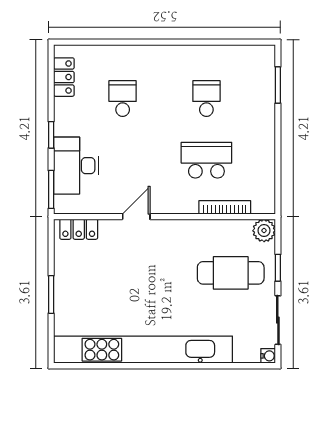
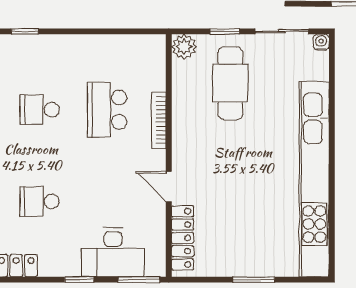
window: (278, 85) -> (25, 31), width x0.67
bookcase: (225, 207) -> (159, 120), moved
locker: (79, 229) -> (183, 238), width x1.53

